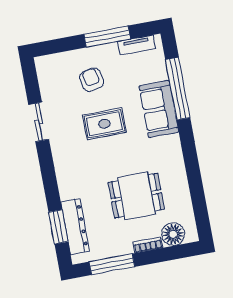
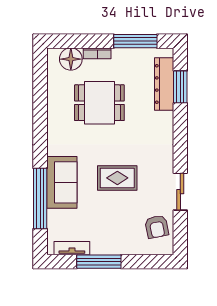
armchair: (92, 80) -> (157, 227), moved

